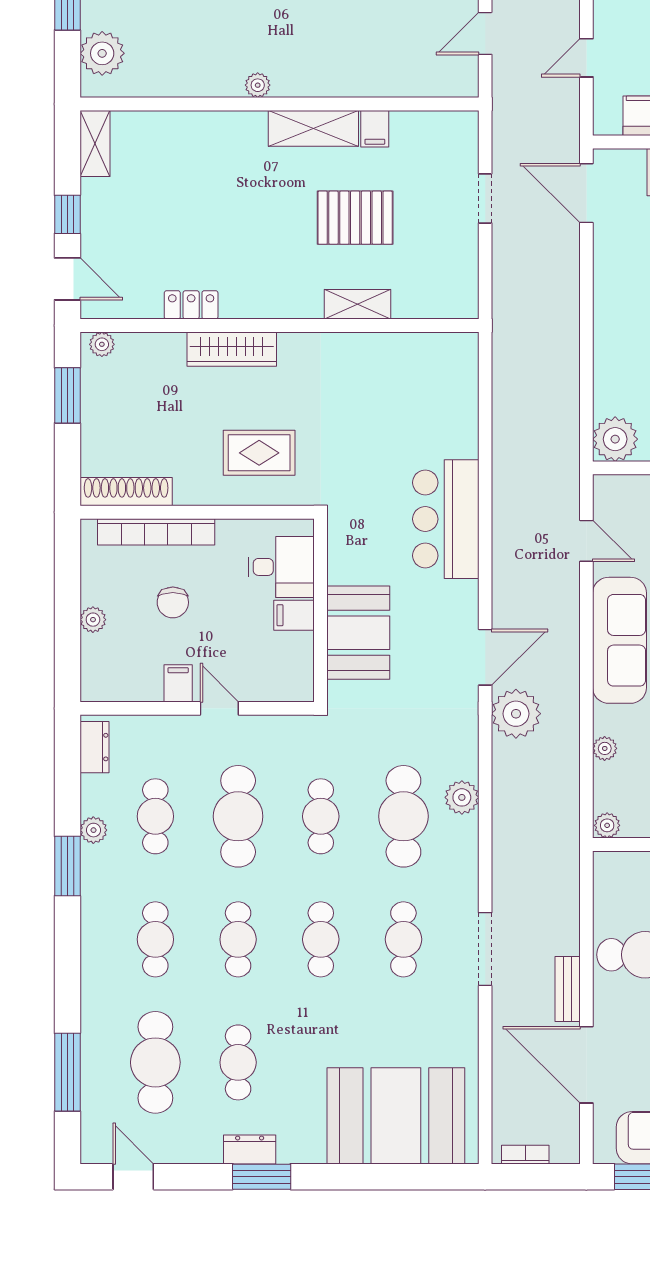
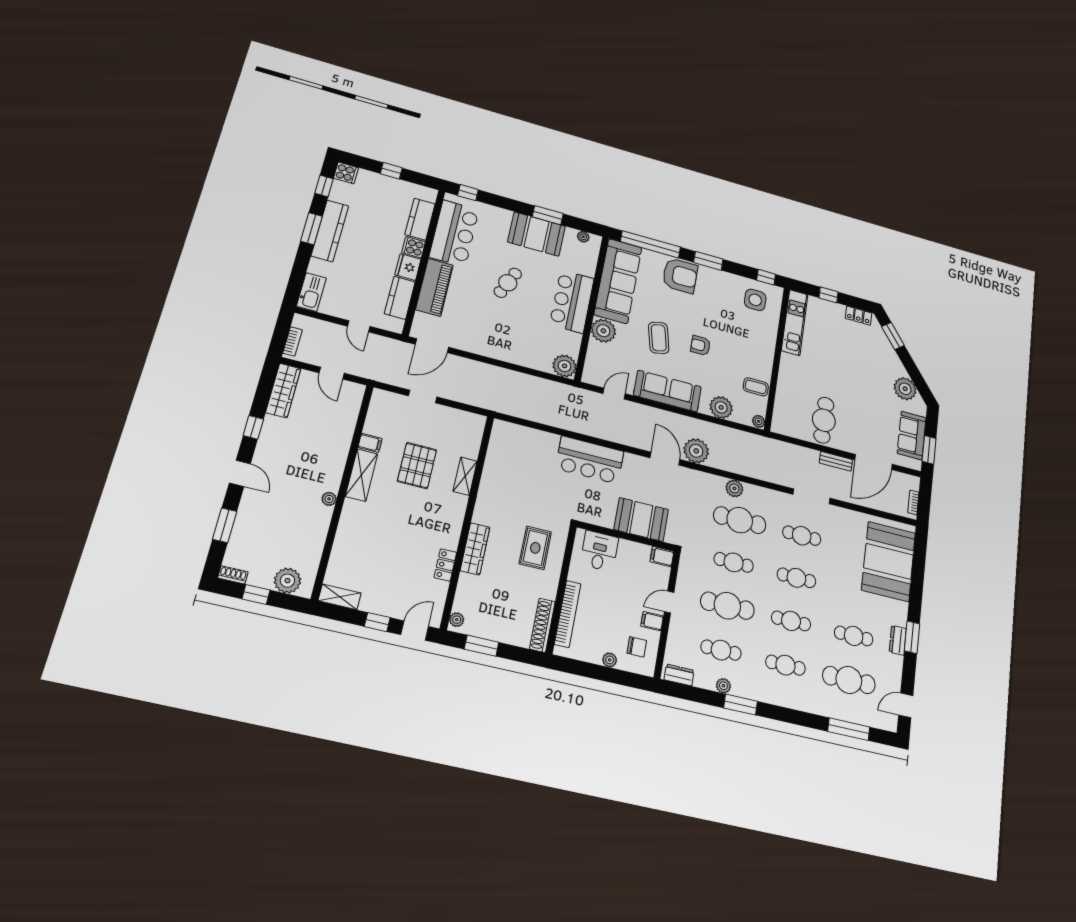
chair: (173, 602) -> (637, 647), moved
filing cabinet: (294, 615) -> (662, 557), moved, turned 90
plant: (605, 748) -> (721, 407), width x1.88, depth x1.88

